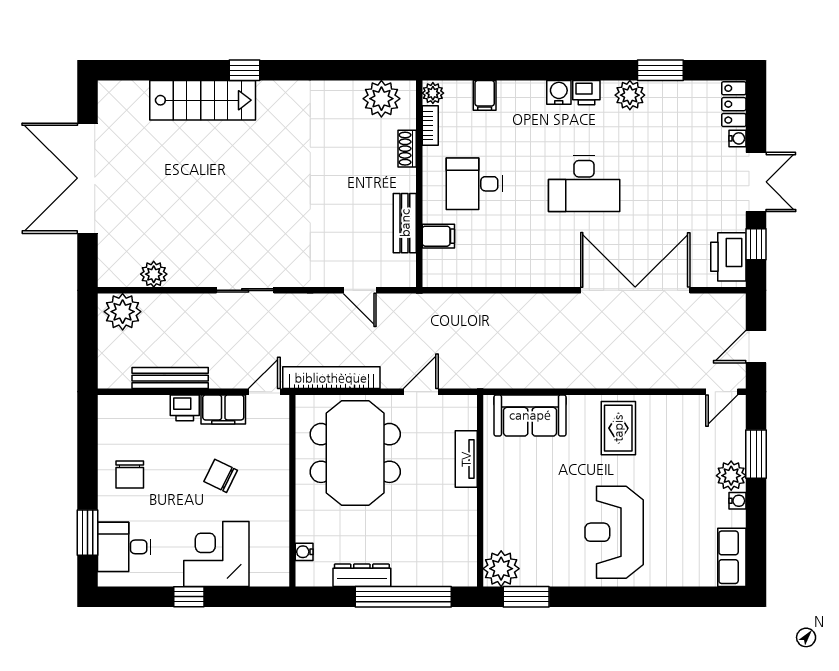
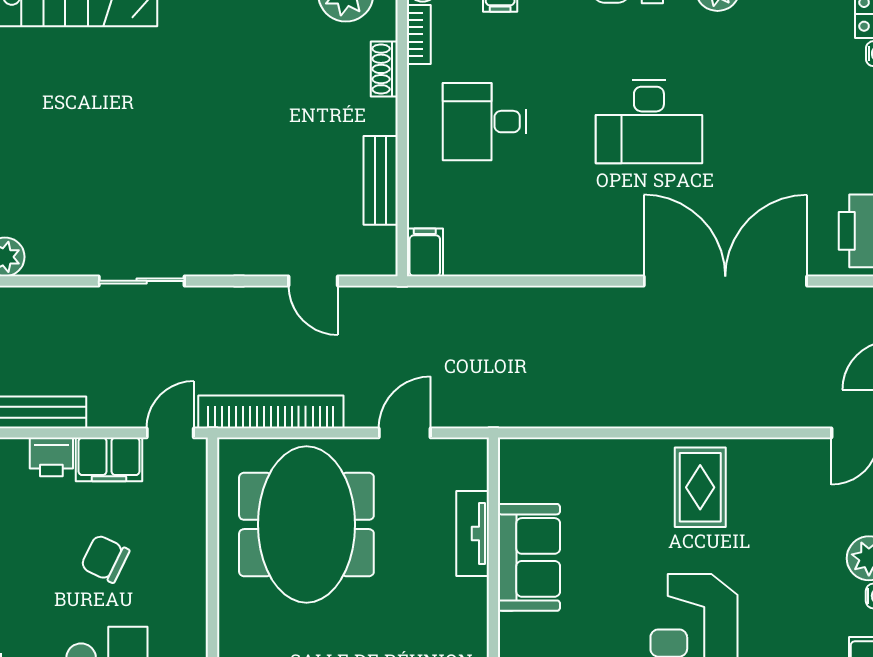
filing cabinet: (438, 236) -> (425, 252), moved, turned -90
sofa: (530, 415) -> (529, 557), moved, turned -90

